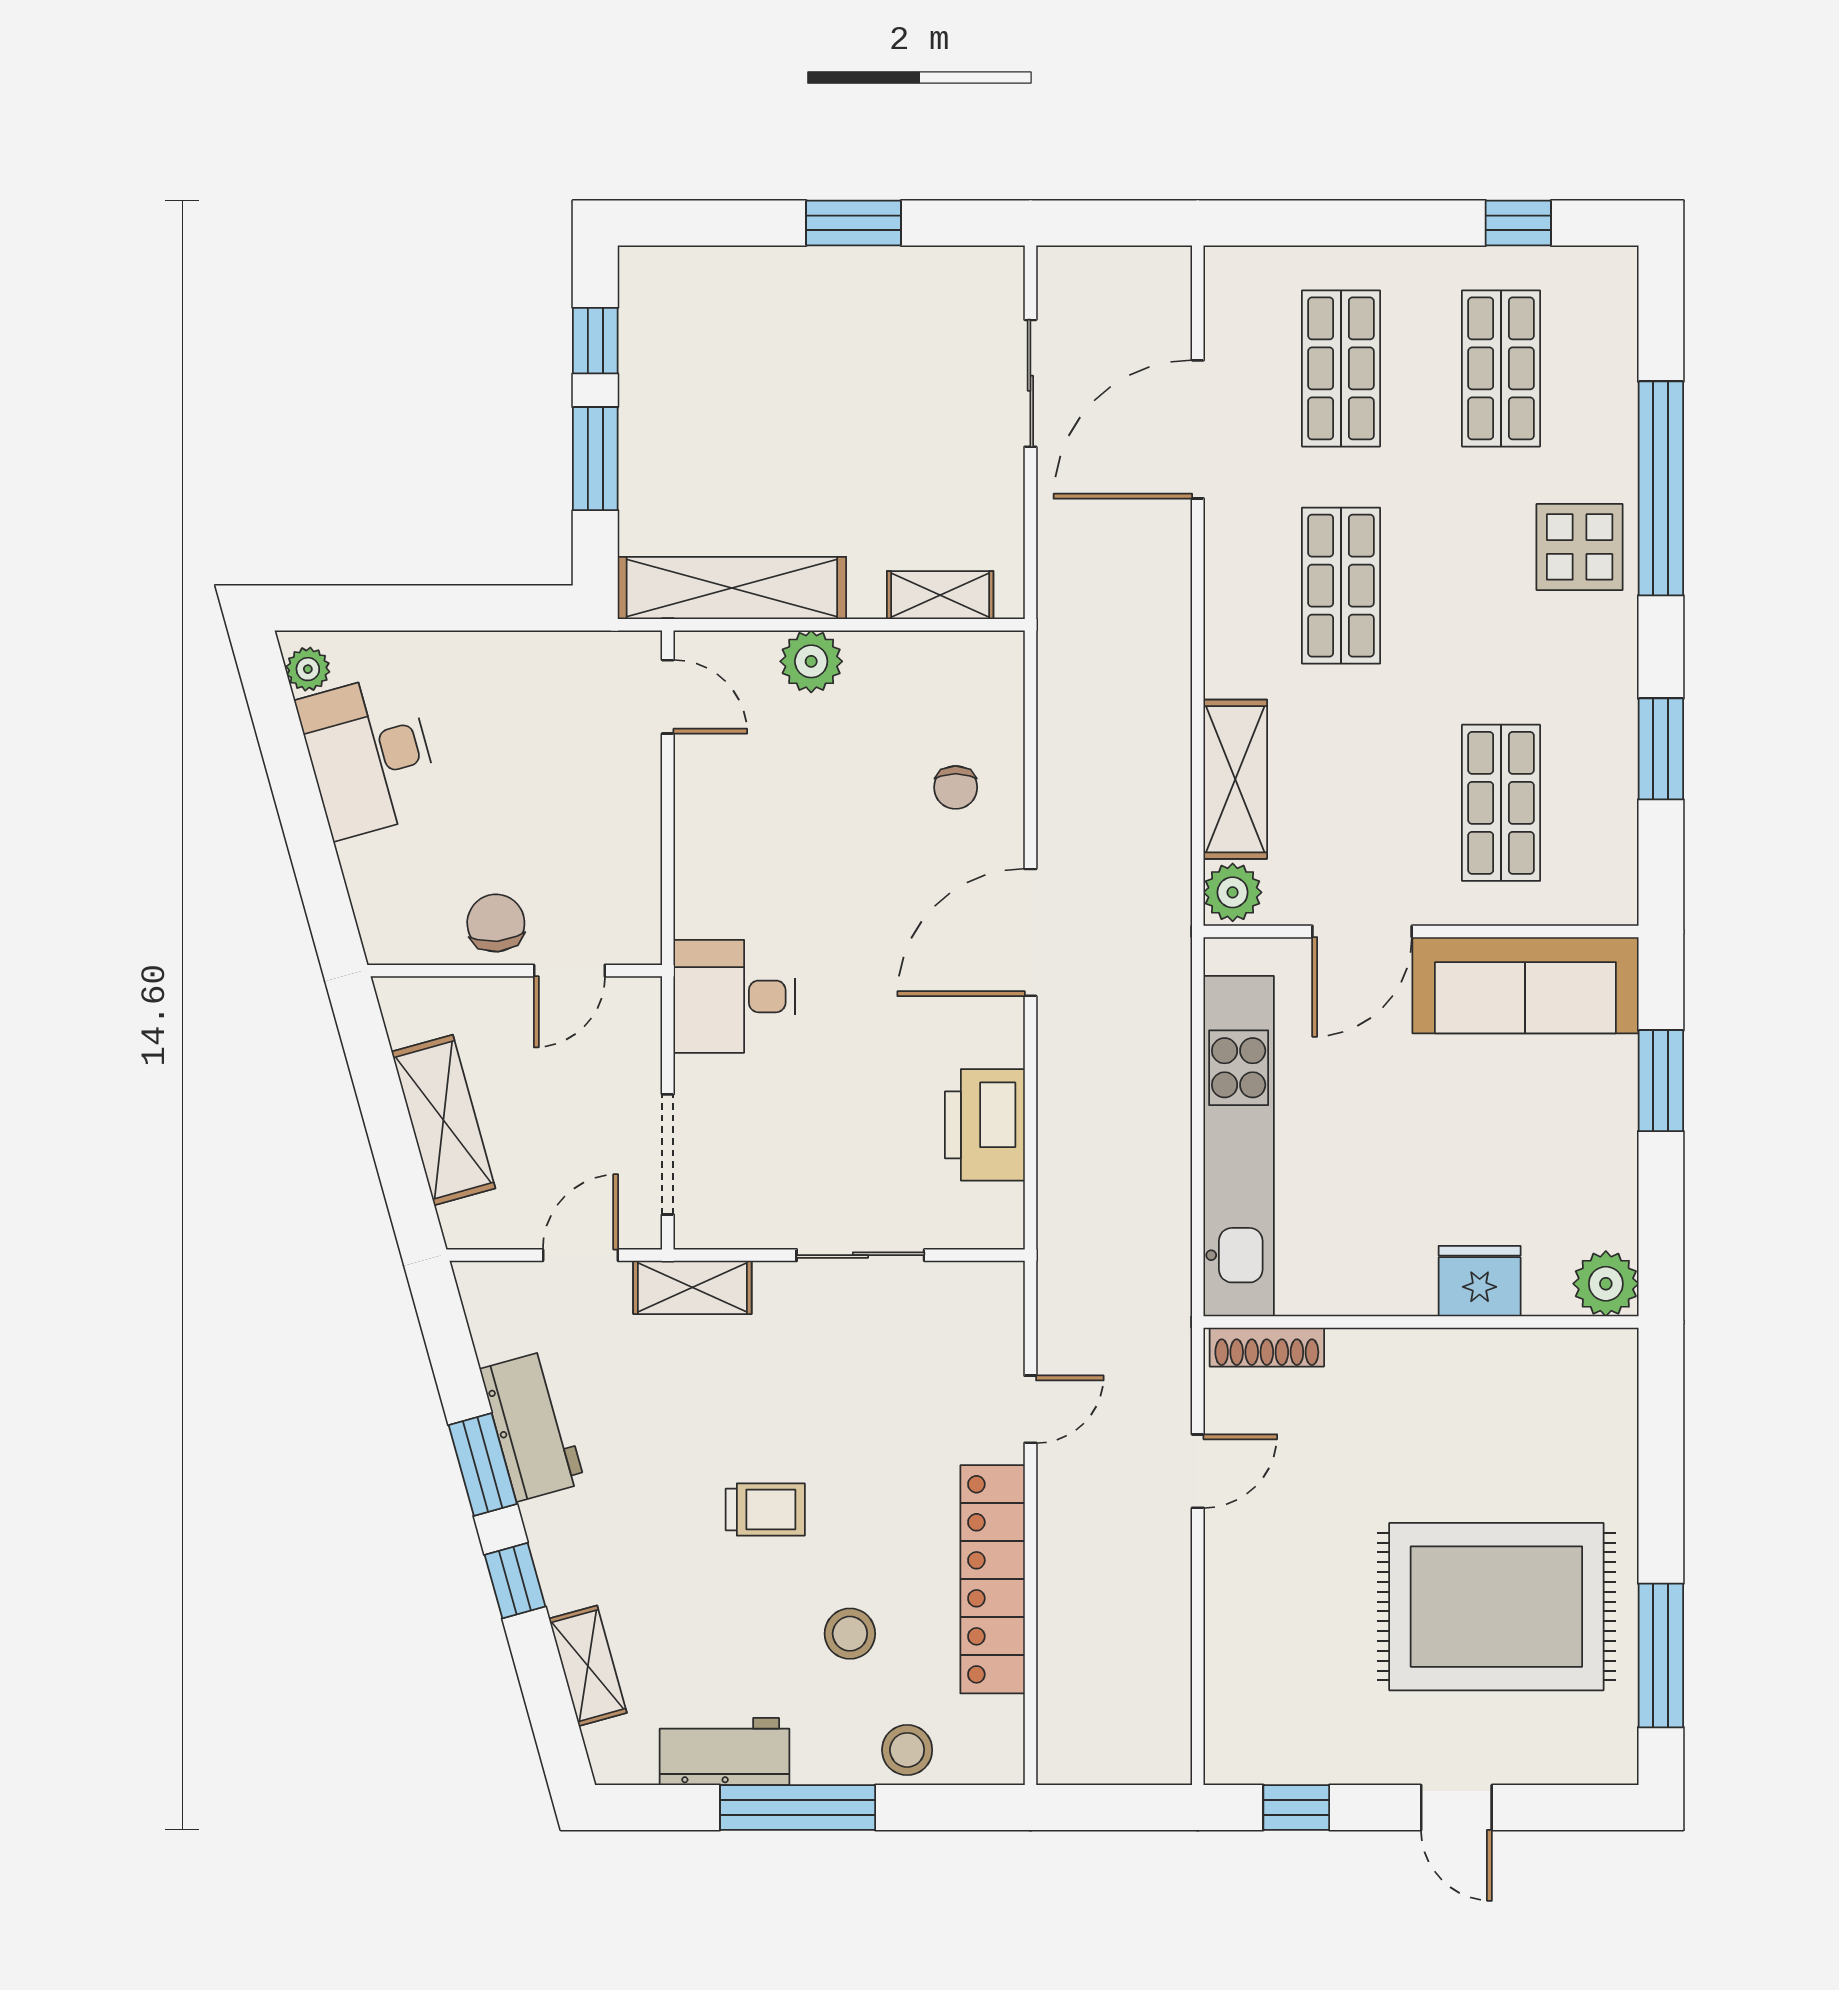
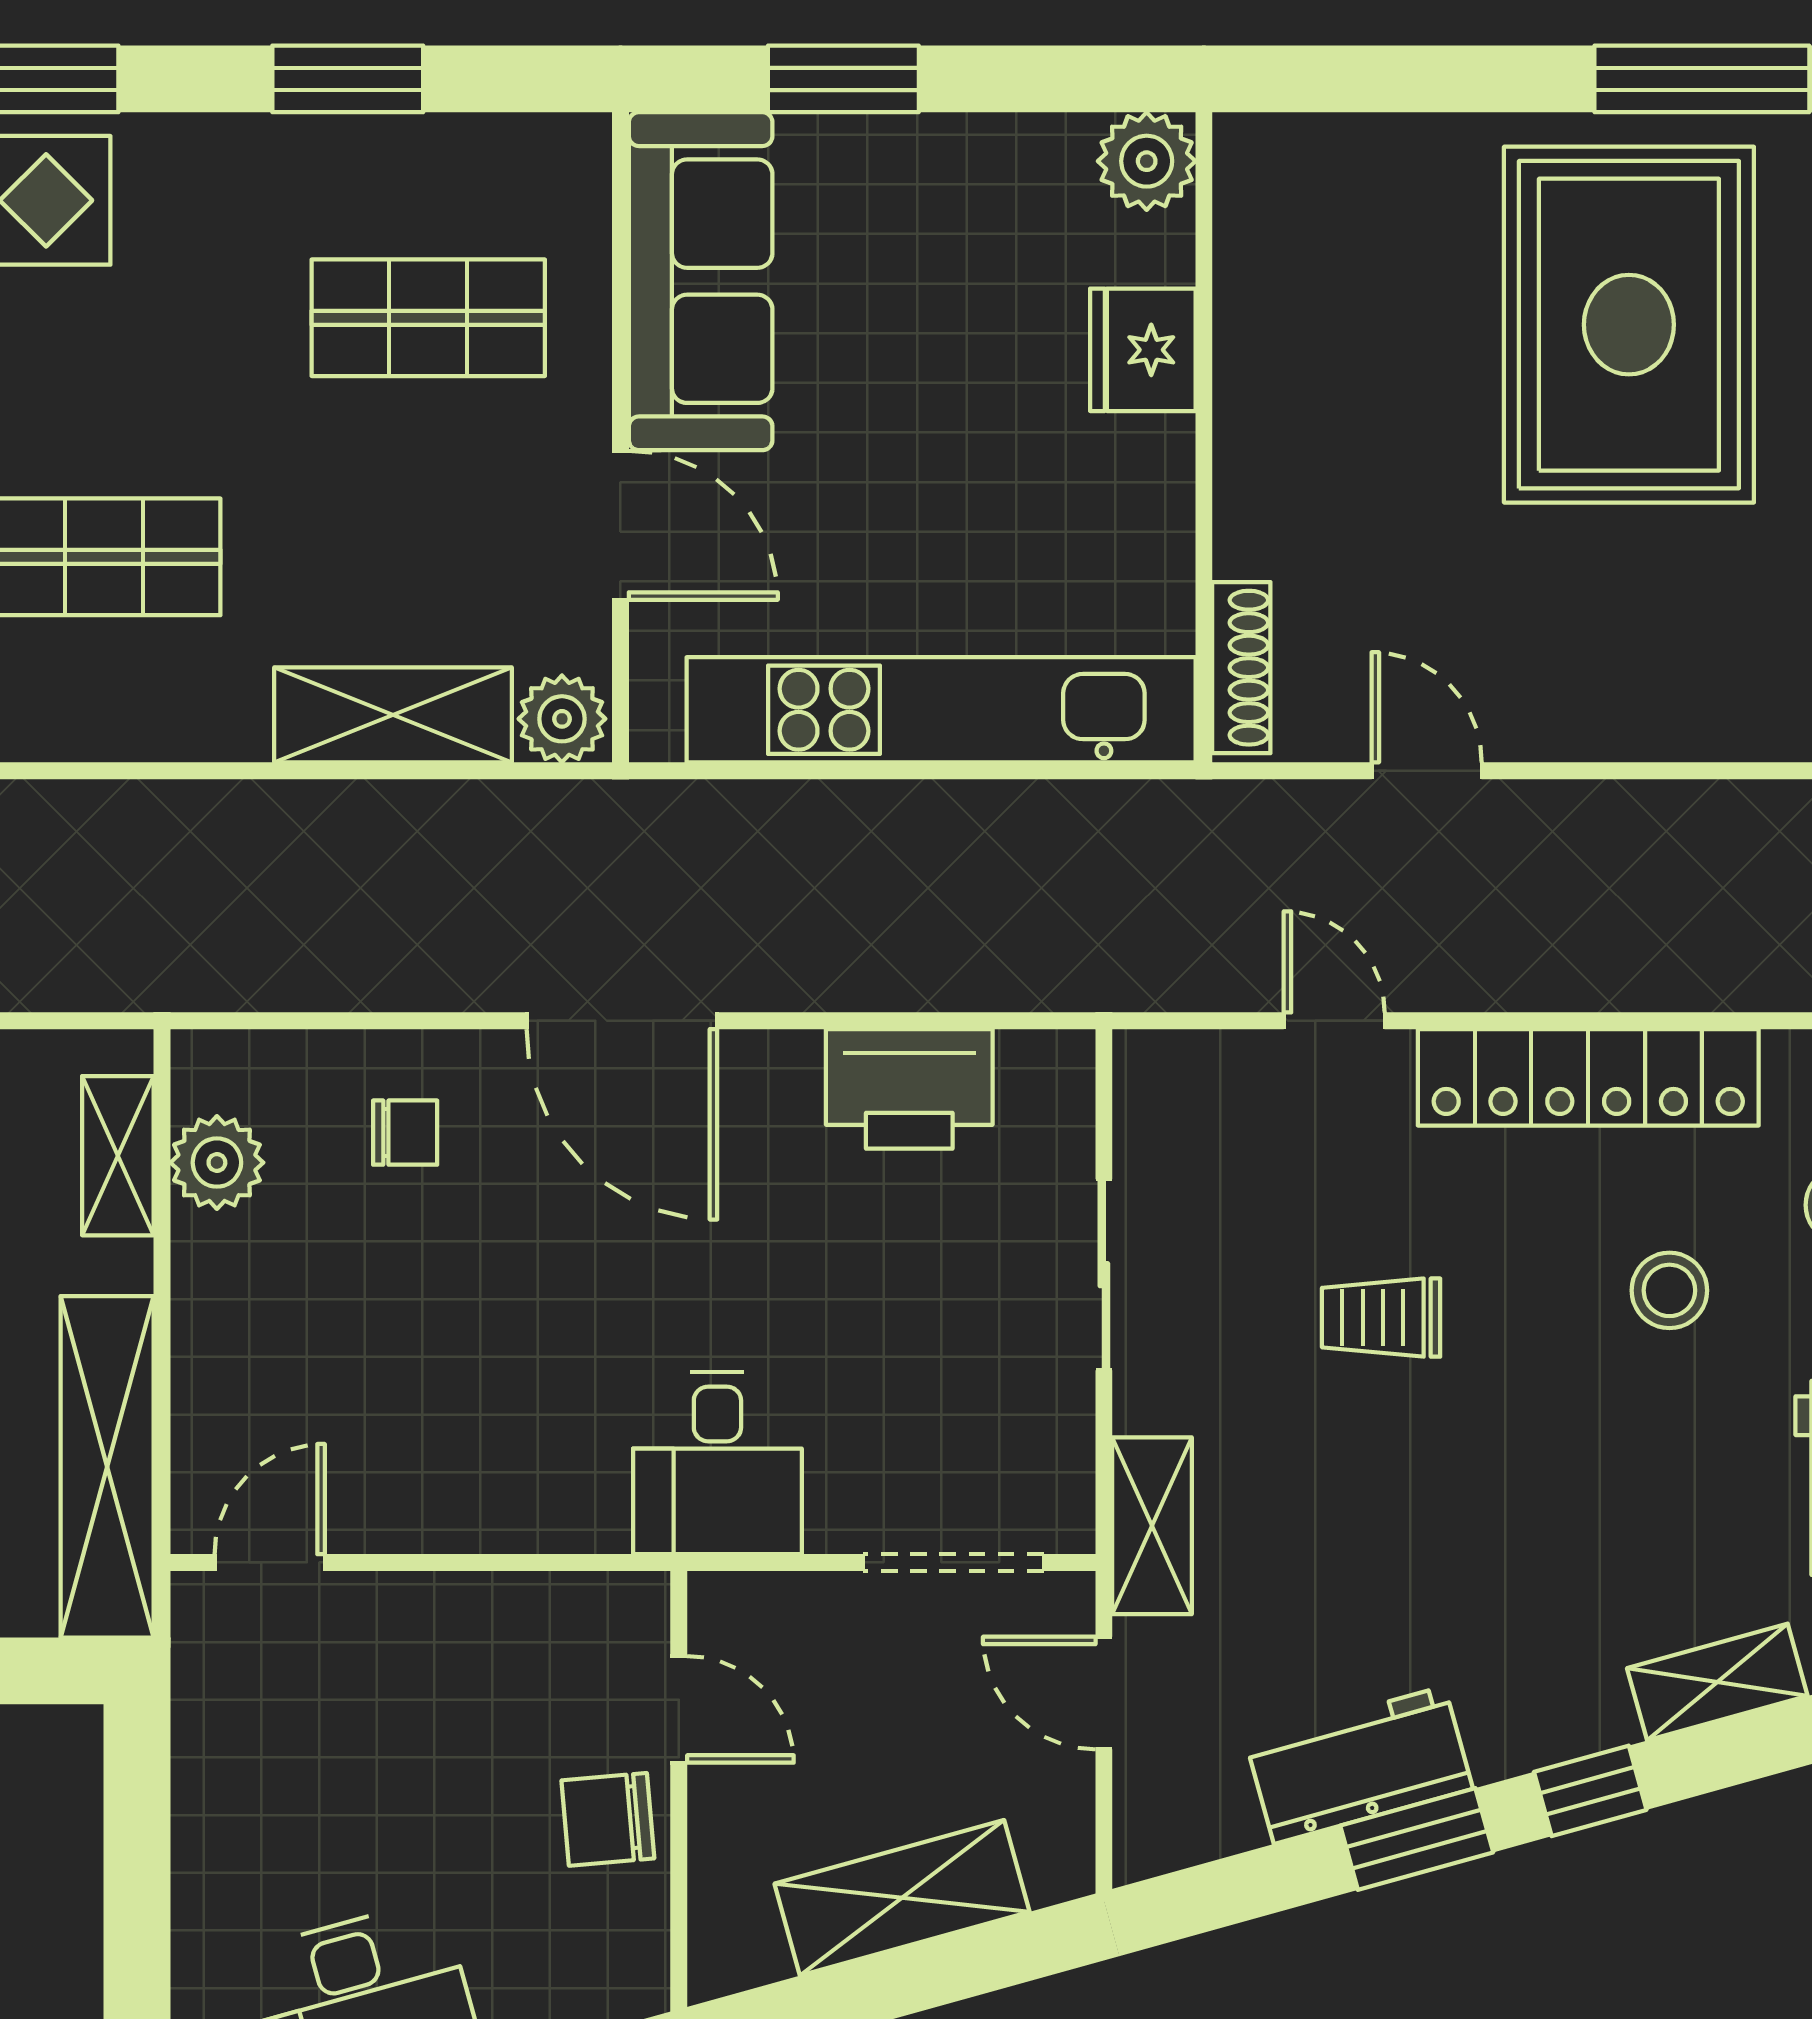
plant: (811, 661) -> (217, 1163), moved
trolley: (765, 1509) -> (1381, 1318), moved, turned -90

